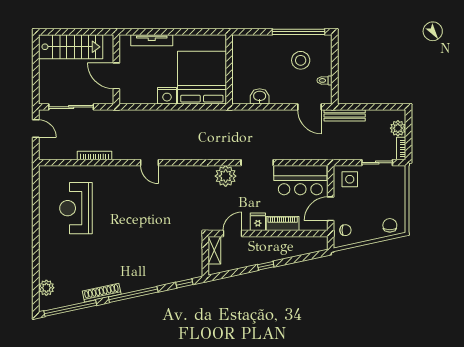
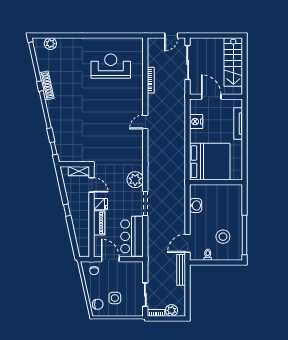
door: (116, 76) -> (211, 97), hinge flipped
nightstand: (167, 96) -> (196, 122), moved
side table: (350, 179) -> (115, 298), moved

